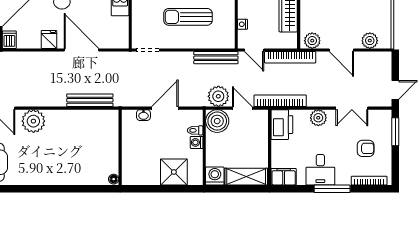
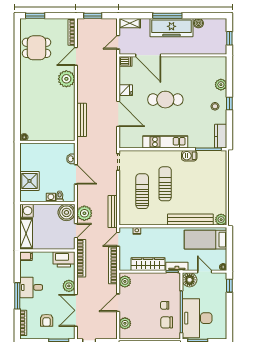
door: (82, 50) -> (118, 114), hinge flipped
double door: (352, 108) -> (76, 310), width x1.37
filing cabinet: (284, 177) -> (26, 256), width x0.50

